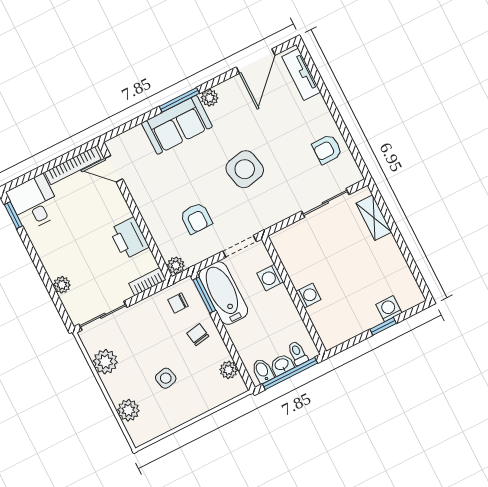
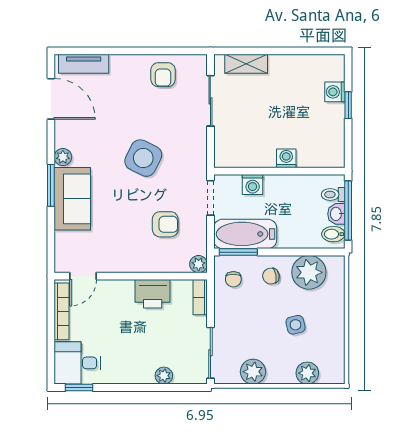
side table: (245, 169) -> (143, 158), turned 38
plant: (229, 370) -> (309, 272), width x1.87, depth x1.87

